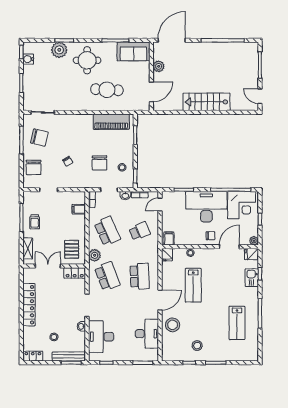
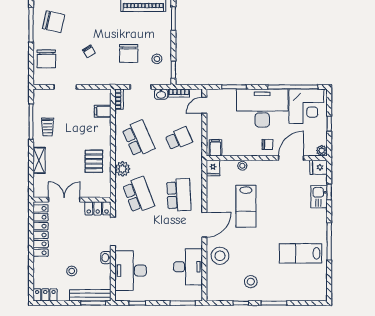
double door: (48, 266) -> (64, 200), moved
wall: (54, 266) -> (72, 200), moved
locker: (75, 273) -> (98, 208), moved
lab bench: (237, 323) -> (301, 253), turned 90

